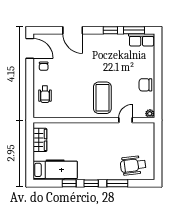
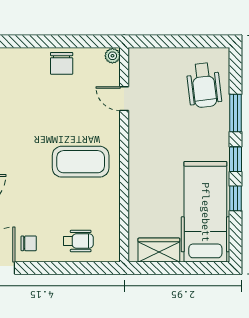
coffee table: (102, 98) -> (81, 162), moved
hospital bed: (55, 170) -> (205, 212), width x1.37, depth x1.29

